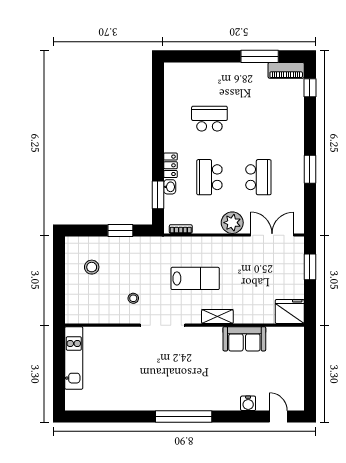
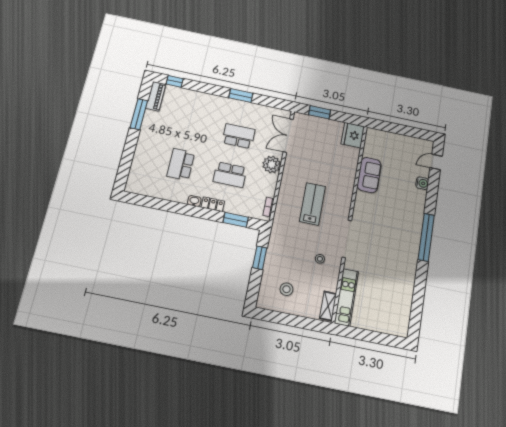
washbasin: (170, 187) -> (194, 201), moved
shelving: (217, 317) -> (328, 306), moved
kitchen unit: (74, 358) -> (346, 297), moved, turned 90

